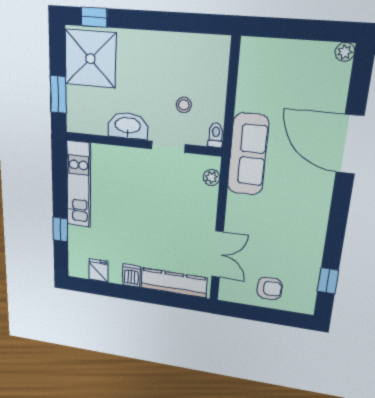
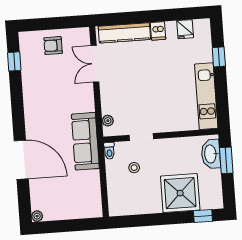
shower: (90, 59) -> (180, 193), moved
washbasin: (128, 126) -> (211, 154), moved, turned 90

